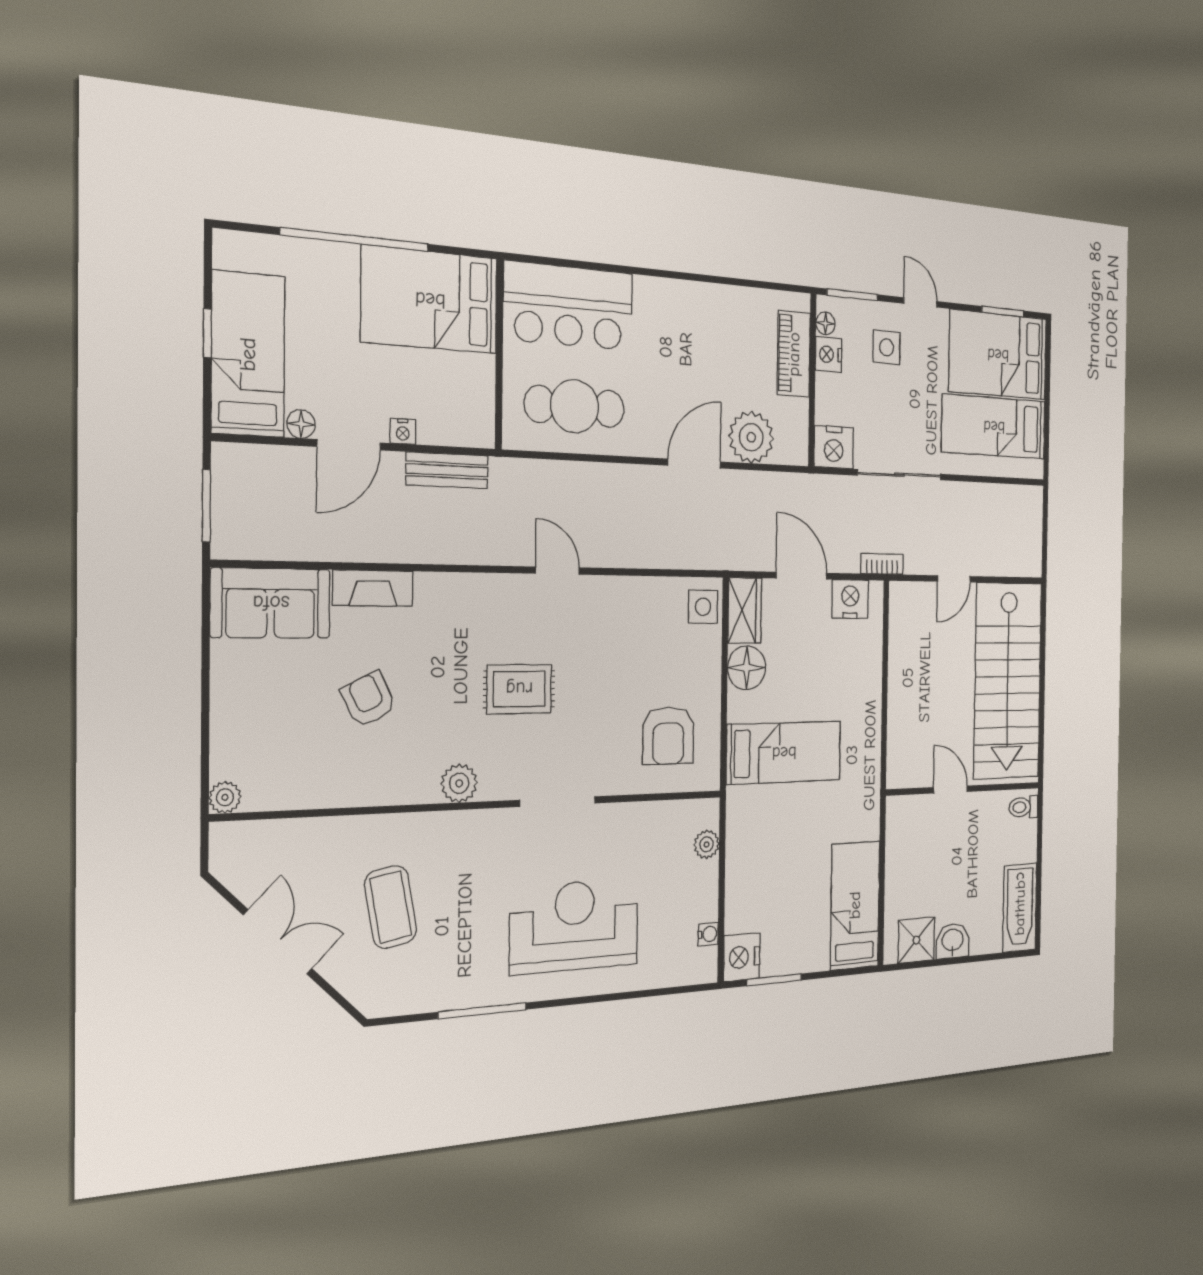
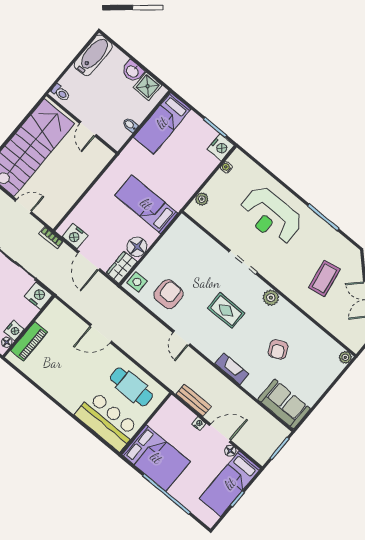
plant: (751, 437) -> (70, 325), removed
fireplace: (373, 588) -> (232, 369), moved
armchair: (668, 736) -> (168, 294), moved
bidet: (898, 856) -> (130, 125), added

